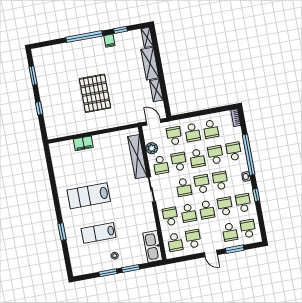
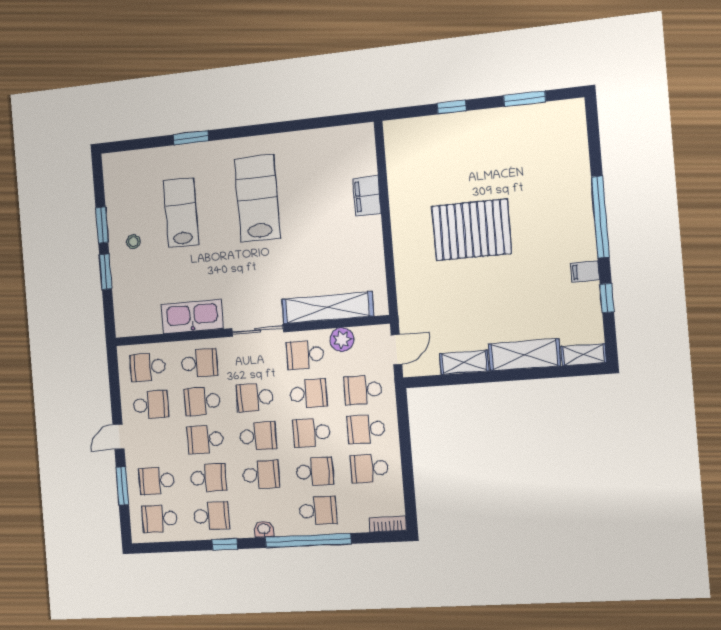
school desk: (174, 136) -> (363, 390), turned 180
school desk: (248, 229) -> (160, 519), turned 180
kitchen sink: (153, 246) -> (192, 316), moved

